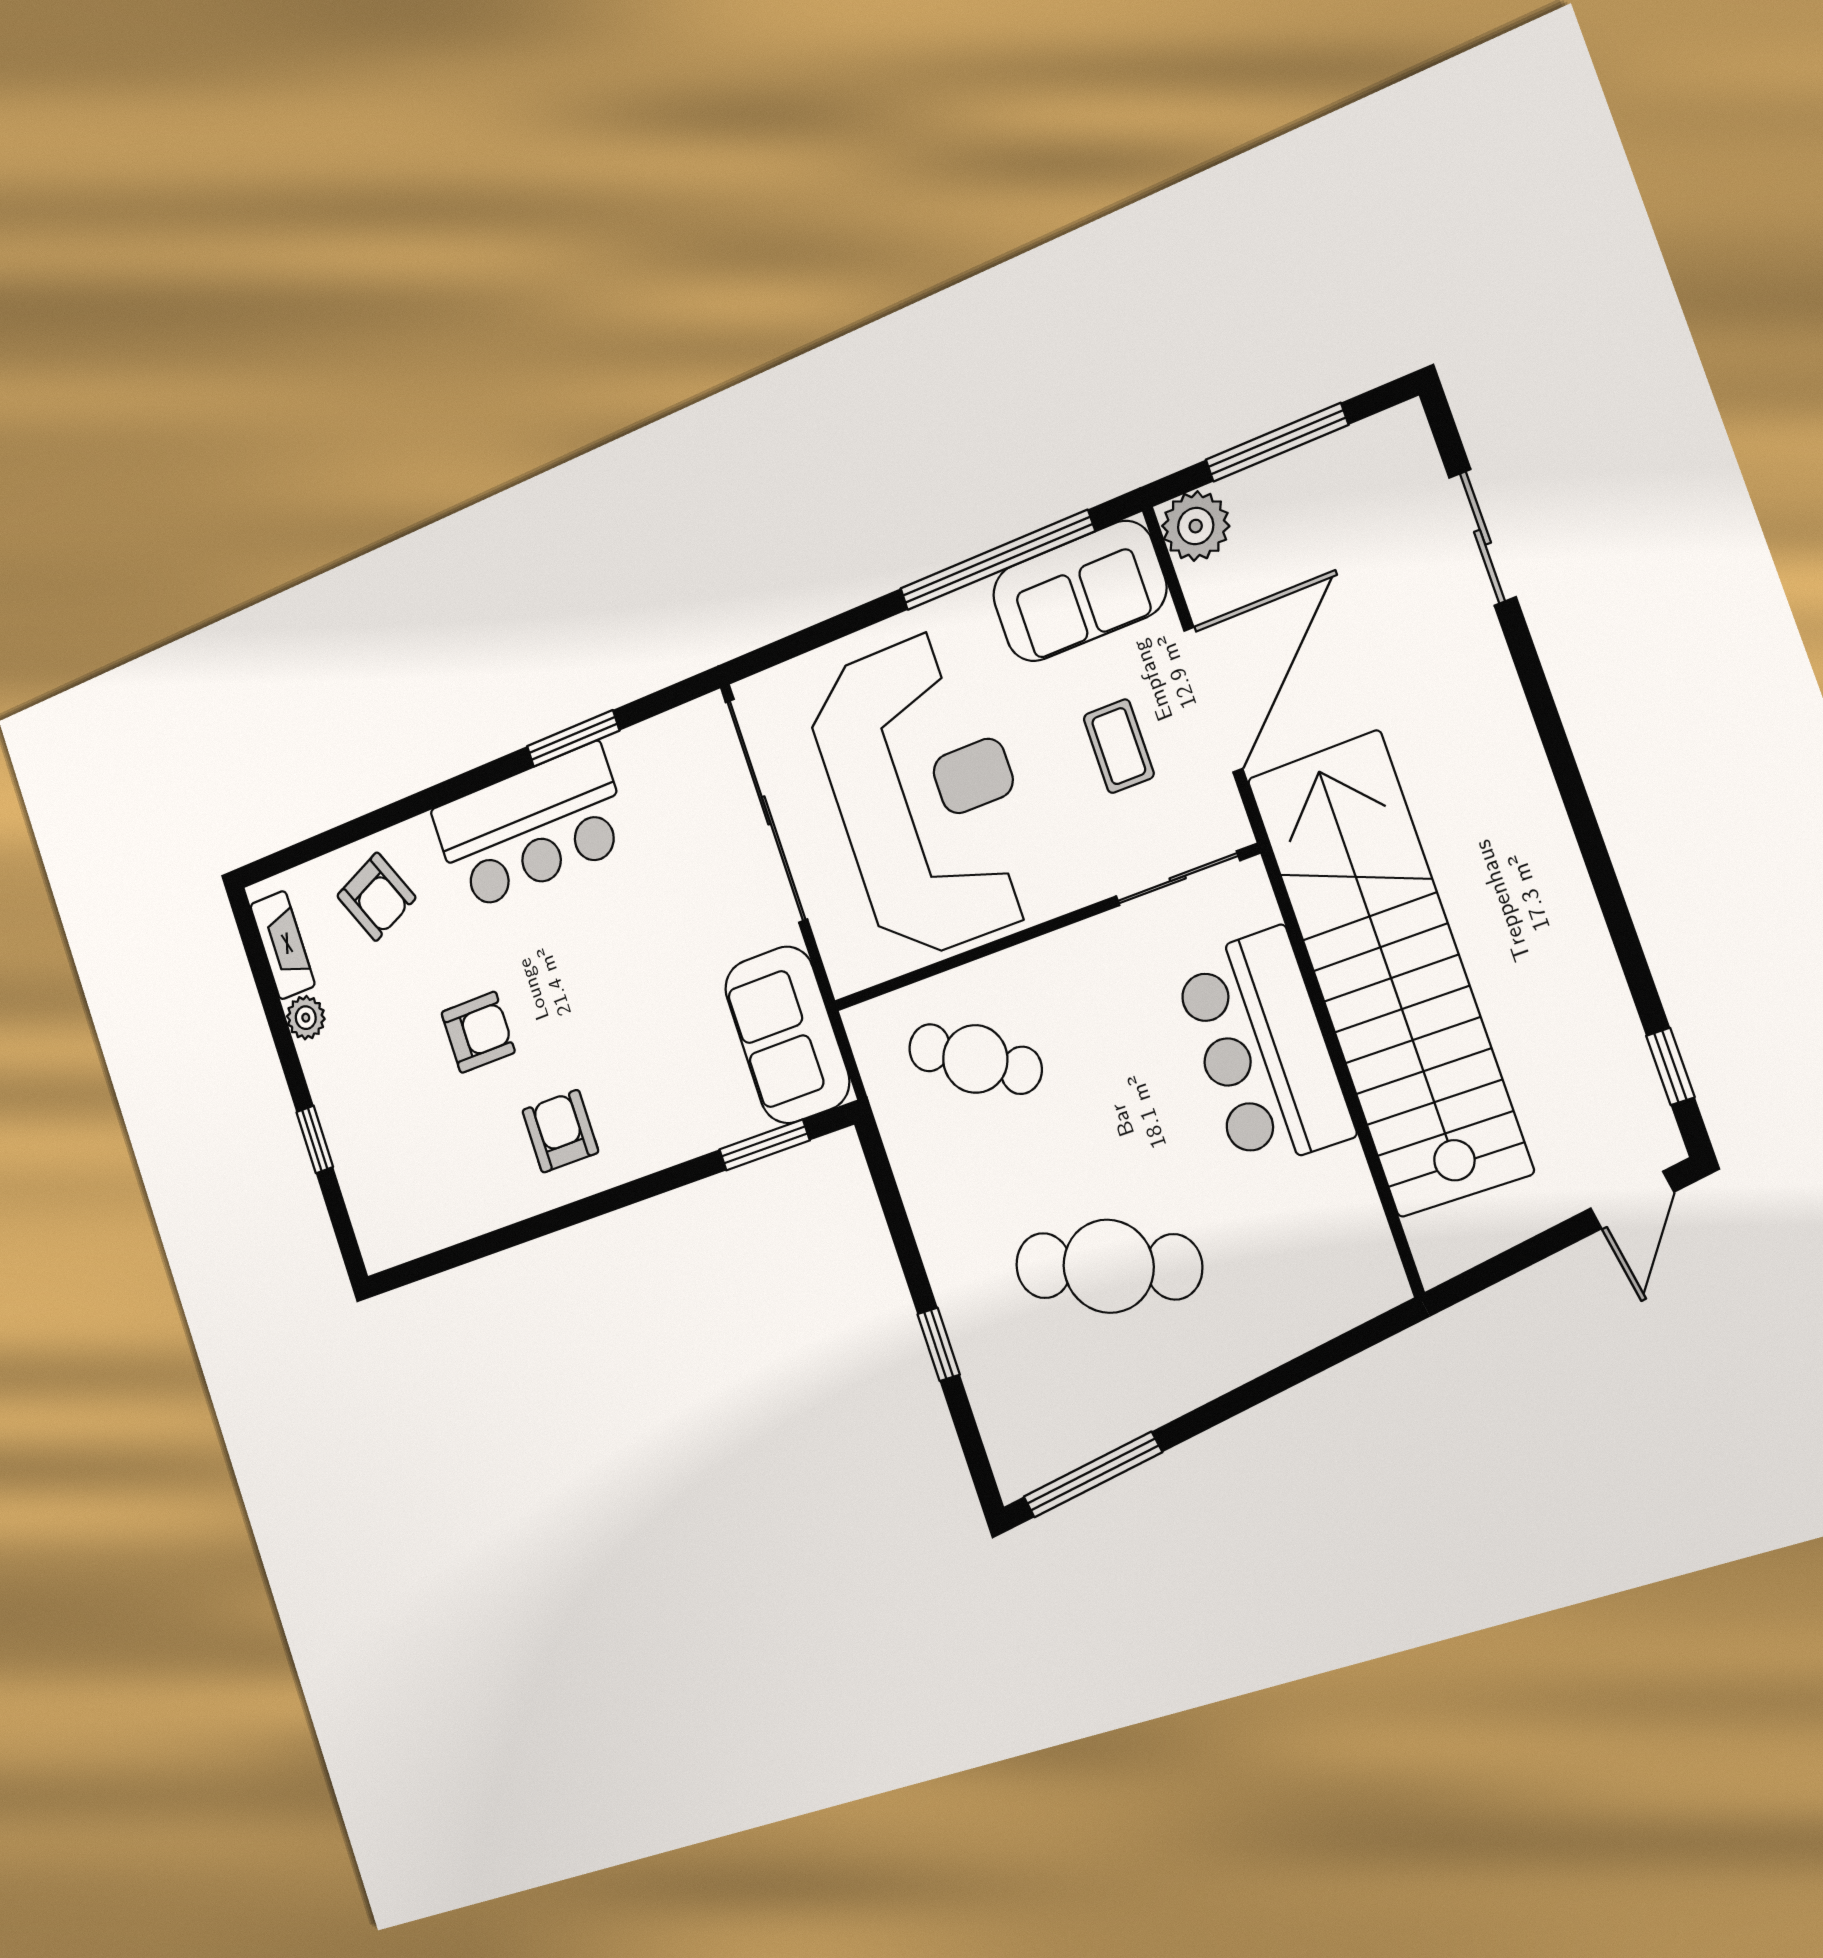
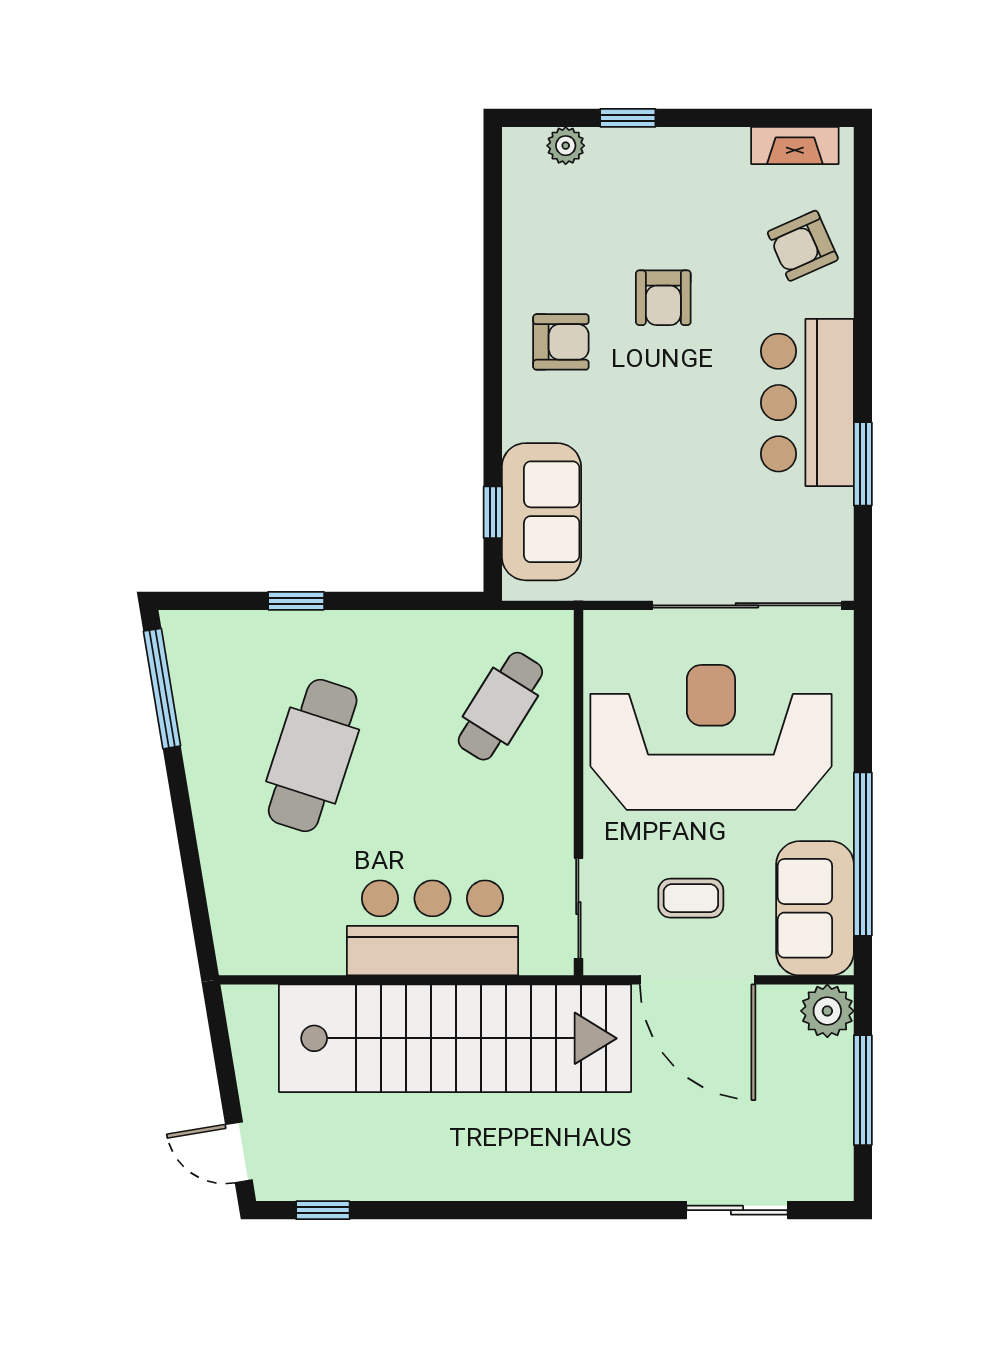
reception desk: (926, 795) -> (711, 737), turned 180
plant: (306, 1018) -> (566, 146), moved
sofa: (787, 1035) -> (541, 512), moved, turned 90
window: (764, 1145) -> (493, 512), width x0.67

